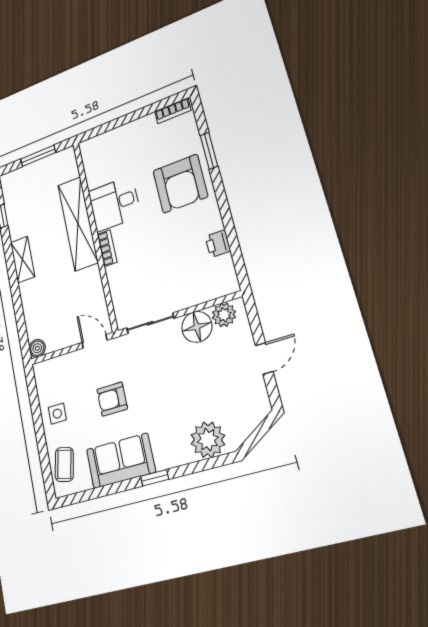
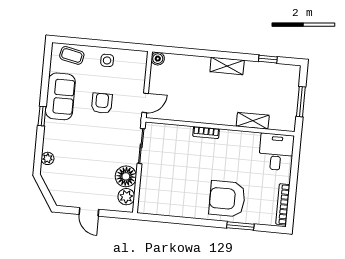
bookcase: (173, 111) -> (283, 204), width x1.56
desk: (114, 204) -> (276, 152), moved
shelving: (78, 223) -> (253, 121), width x0.45, depth x0.75
printer: (218, 244) -> (174, 209), removed
plant: (208, 440) -> (48, 158), width x0.53, depth x0.53

